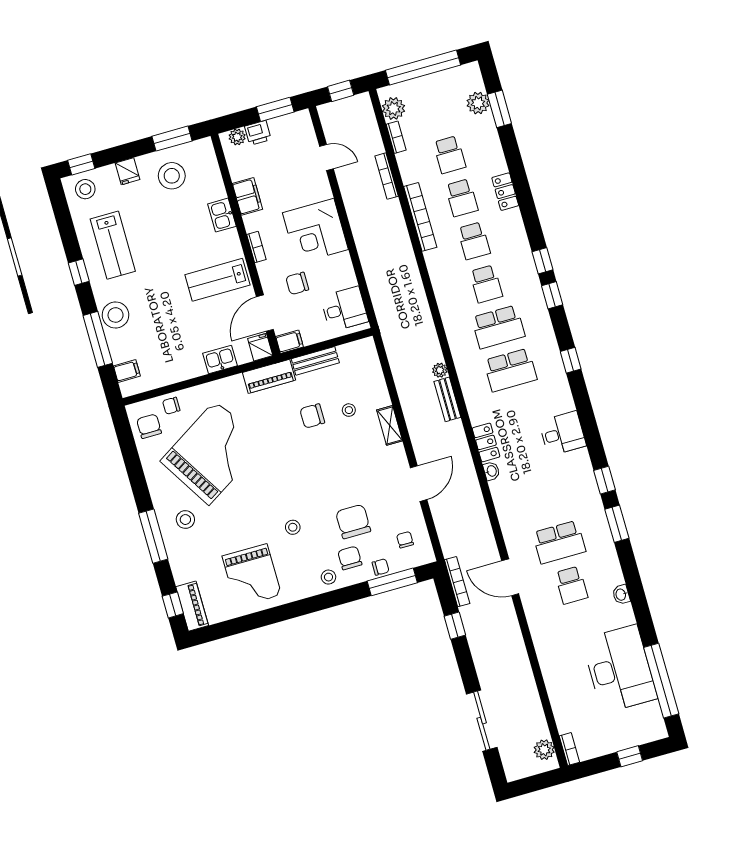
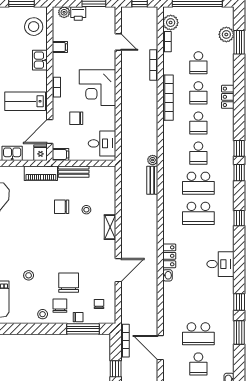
stool: (172, 176) -> (34, 27), moved
filing cabinet: (247, 196) -> (60, 47), width x0.50
plant: (440, 370) -> (153, 160), moved
bench: (447, 399) -> (152, 180), moved

